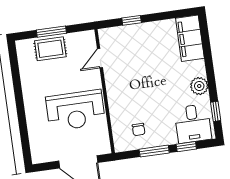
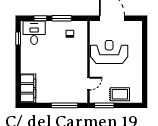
window: (132, 20) -> (64, 105), width x2.17
window: (51, 32) -> (104, 105), moved
plant: (199, 86) -> (27, 56), removed

